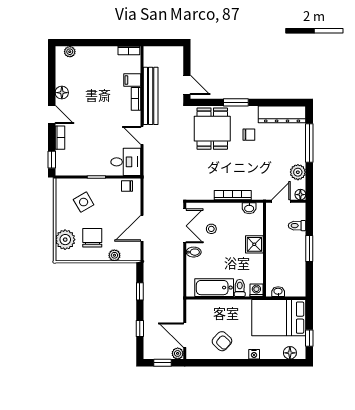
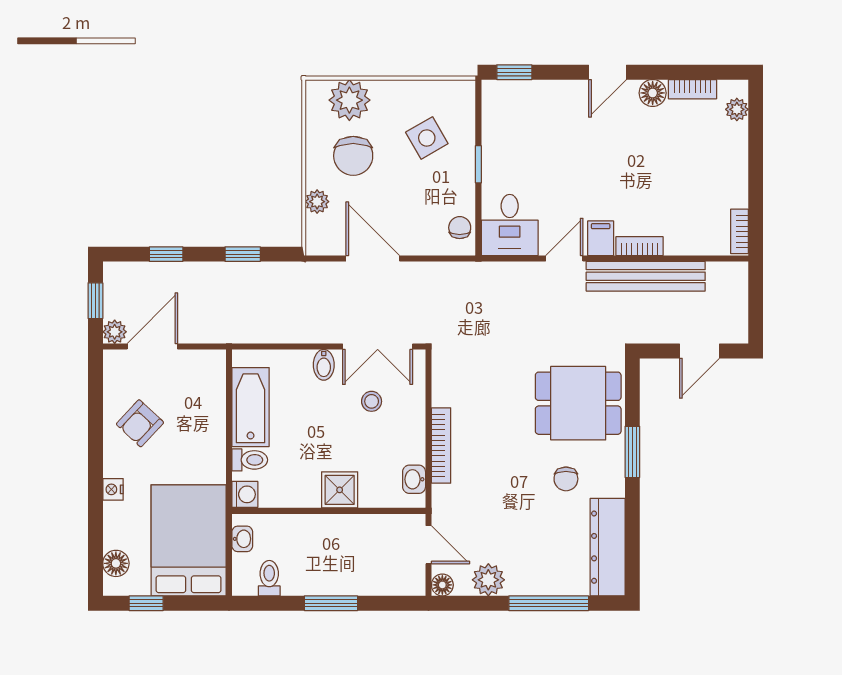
filing cabinet: (132, 80) -> (601, 238), moved
door: (187, 85) -> (700, 351), moved
bookcase: (60, 138) -> (693, 89), moved
toilet: (297, 226) -> (269, 578), moved
chair: (92, 238) -> (353, 156), turned 90

